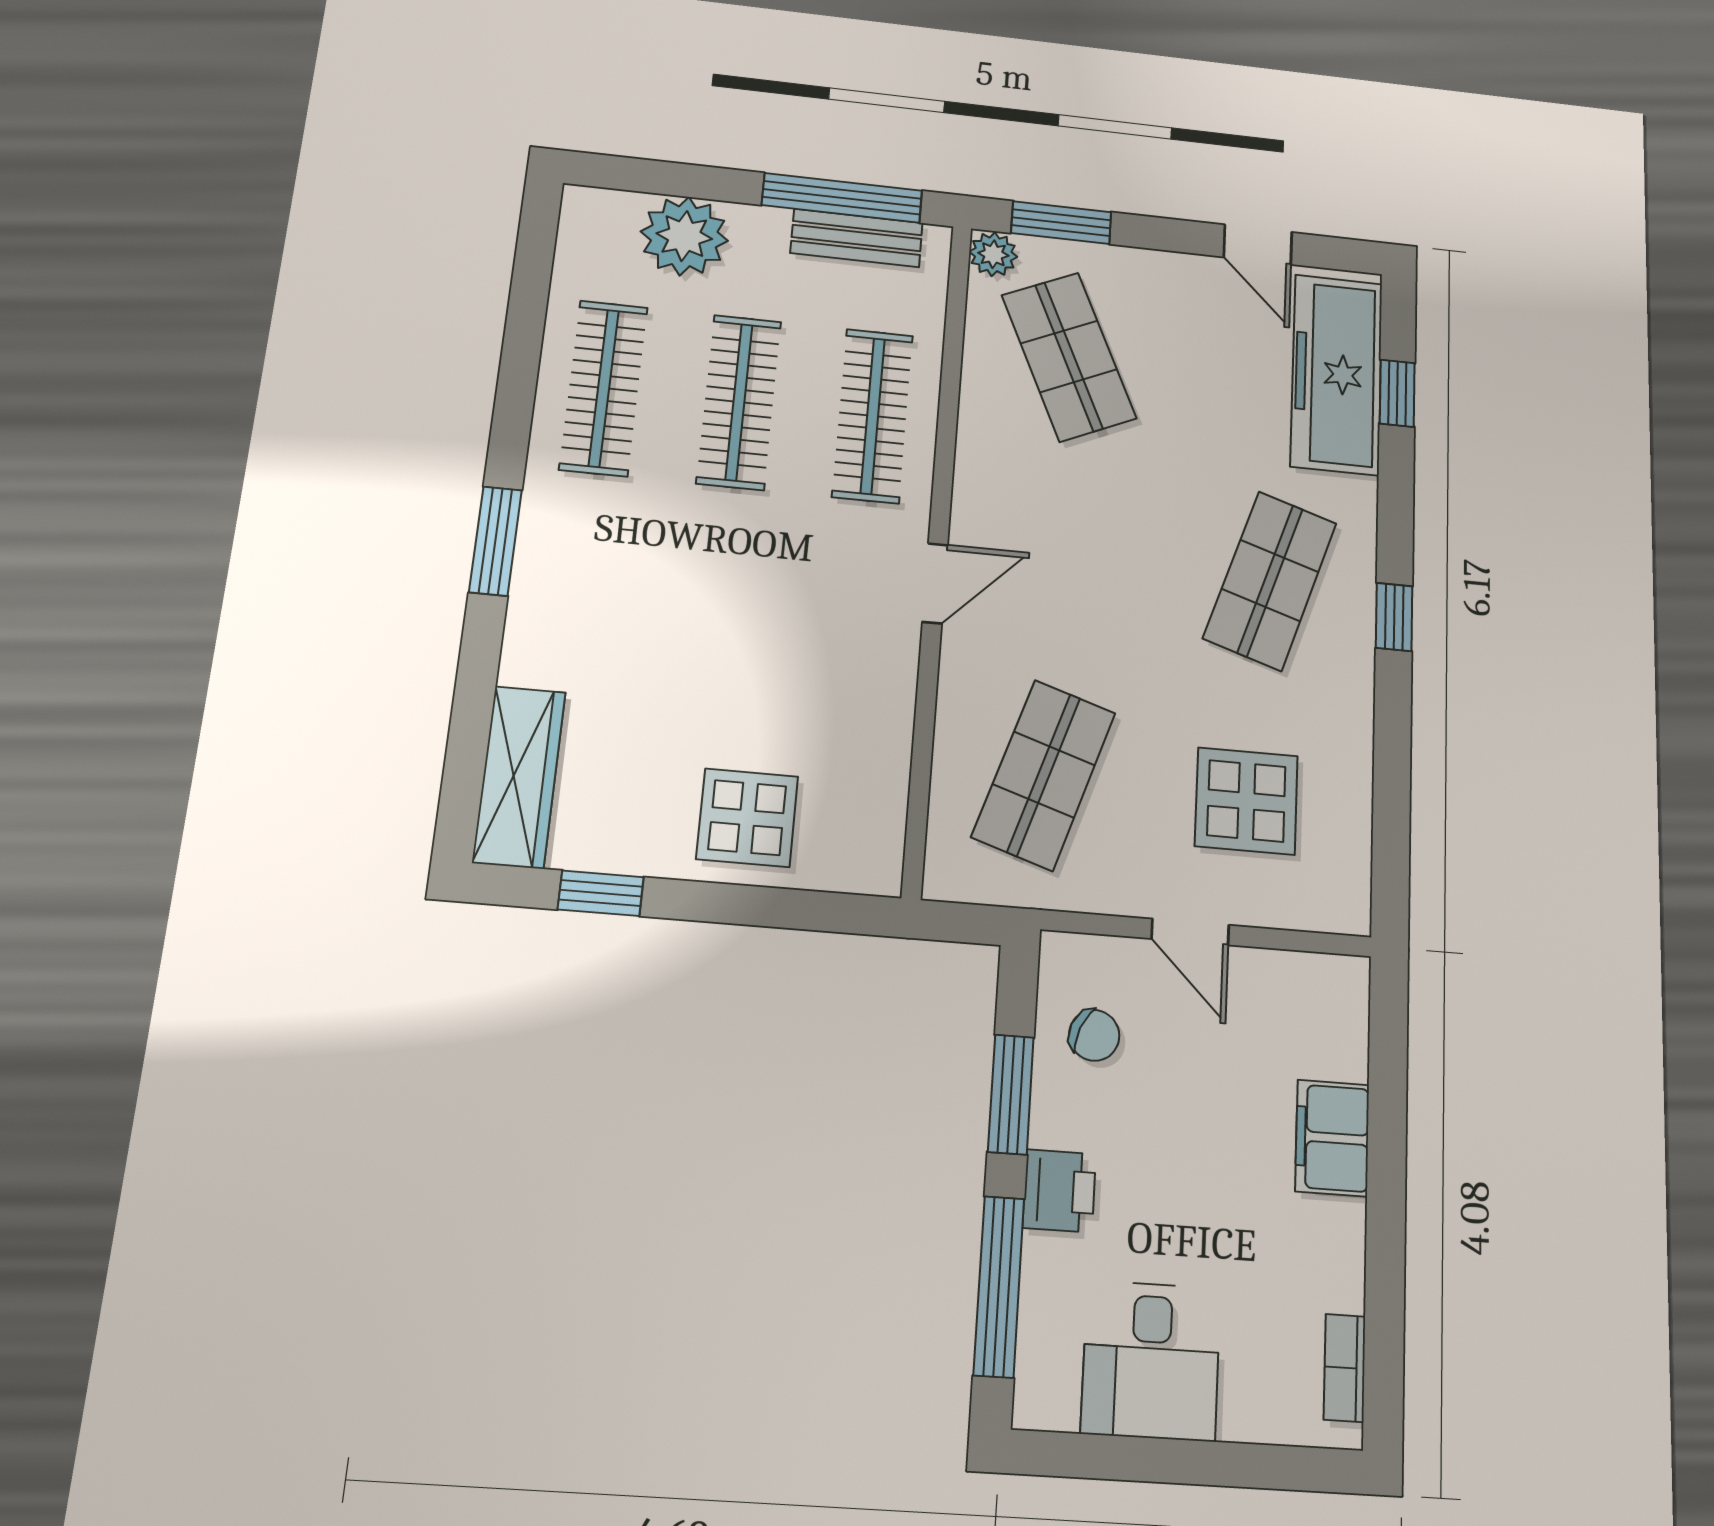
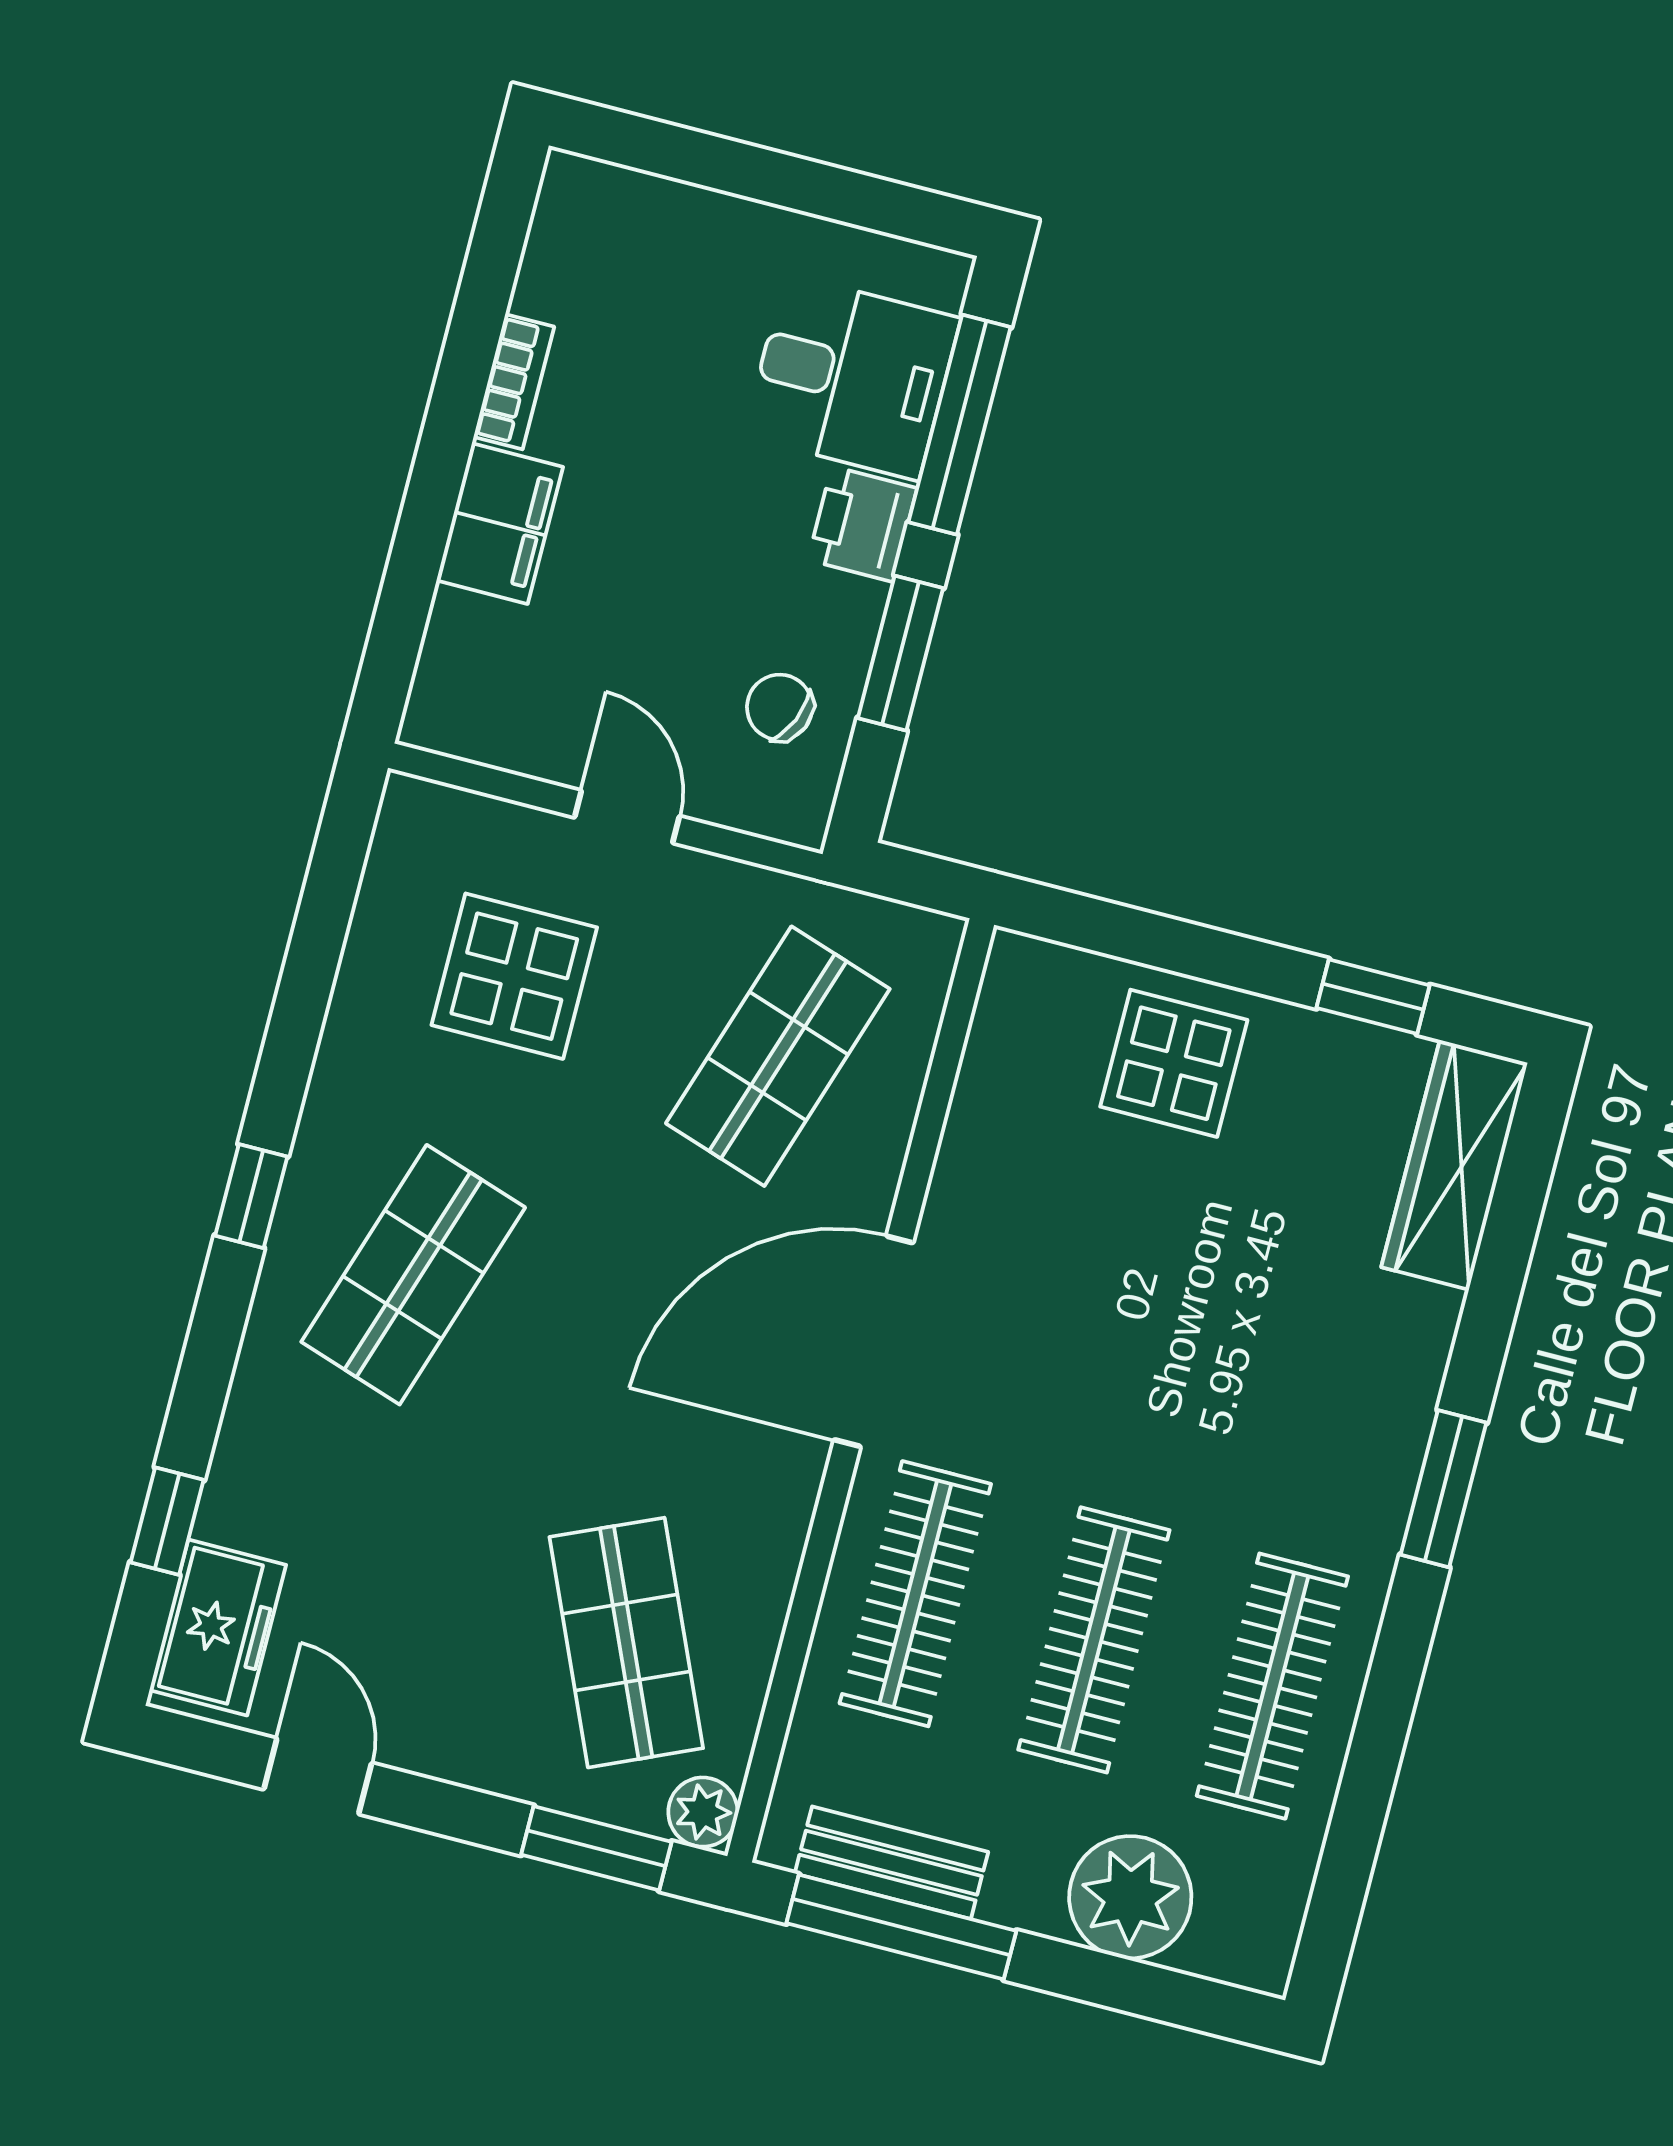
freezer: (1337, 374) -> (218, 1628), width x0.52, depth x0.79
door: (935, 583) -> (873, 1341), width x1.87
desk: (1151, 1361) -> (852, 377), moved, turned 90
bookcase: (1345, 1368) -> (514, 382), moved

